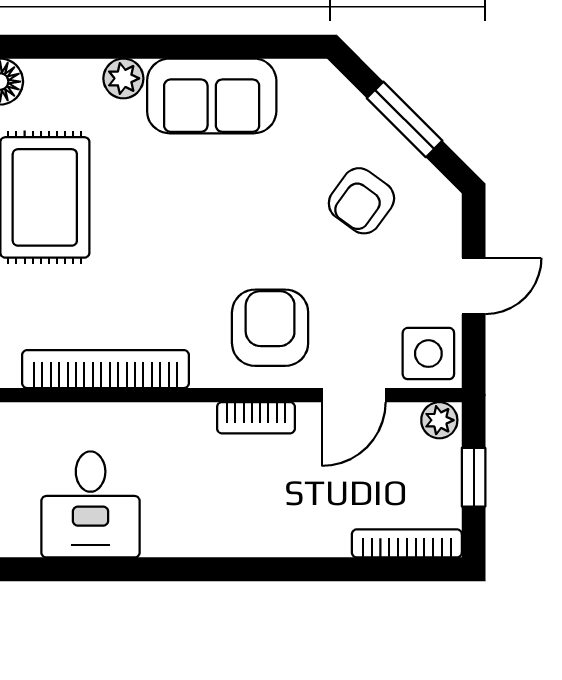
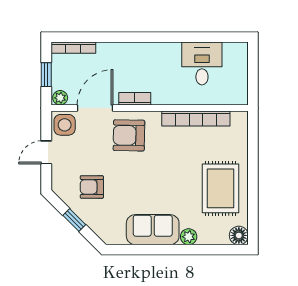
window: (405, 119) -> (74, 220), width x0.67
armchair: (361, 201) -> (92, 187), turned -126
armchair: (270, 328) -> (129, 135), turned 91
door: (354, 395) -> (95, 108), width x1.38

